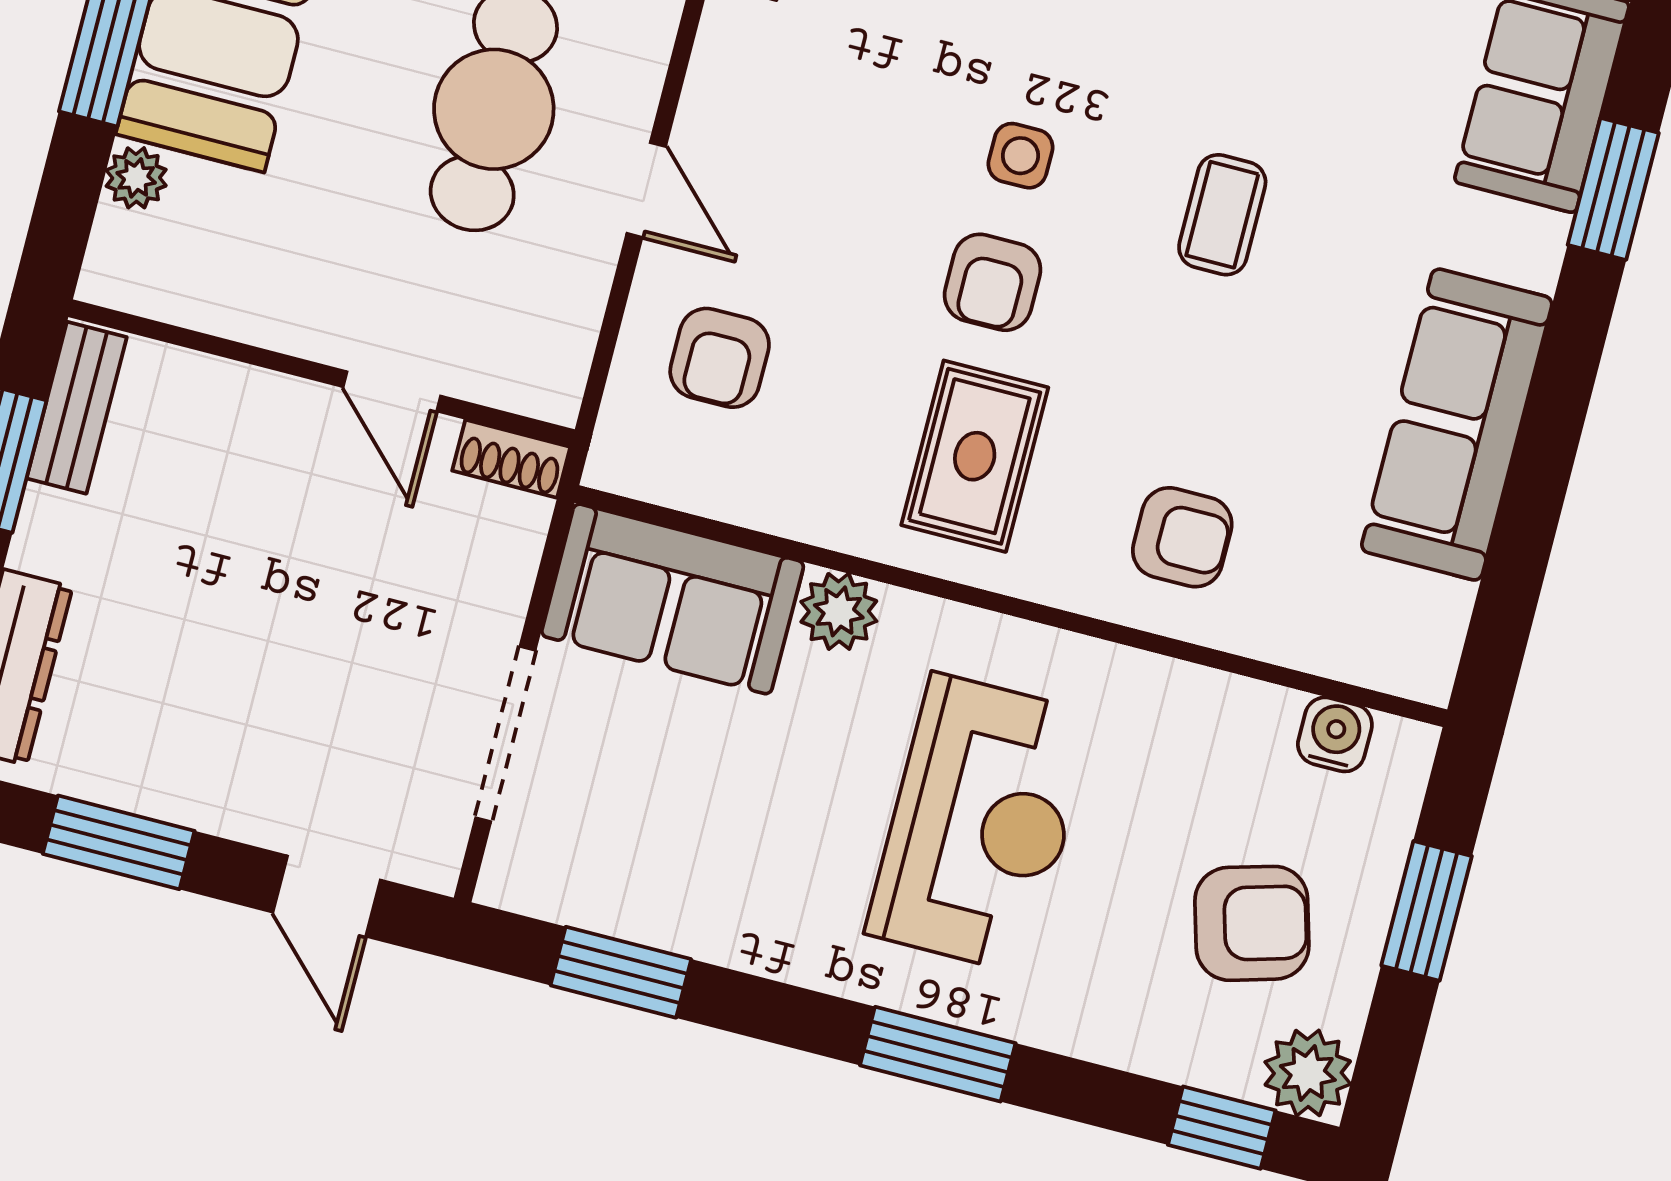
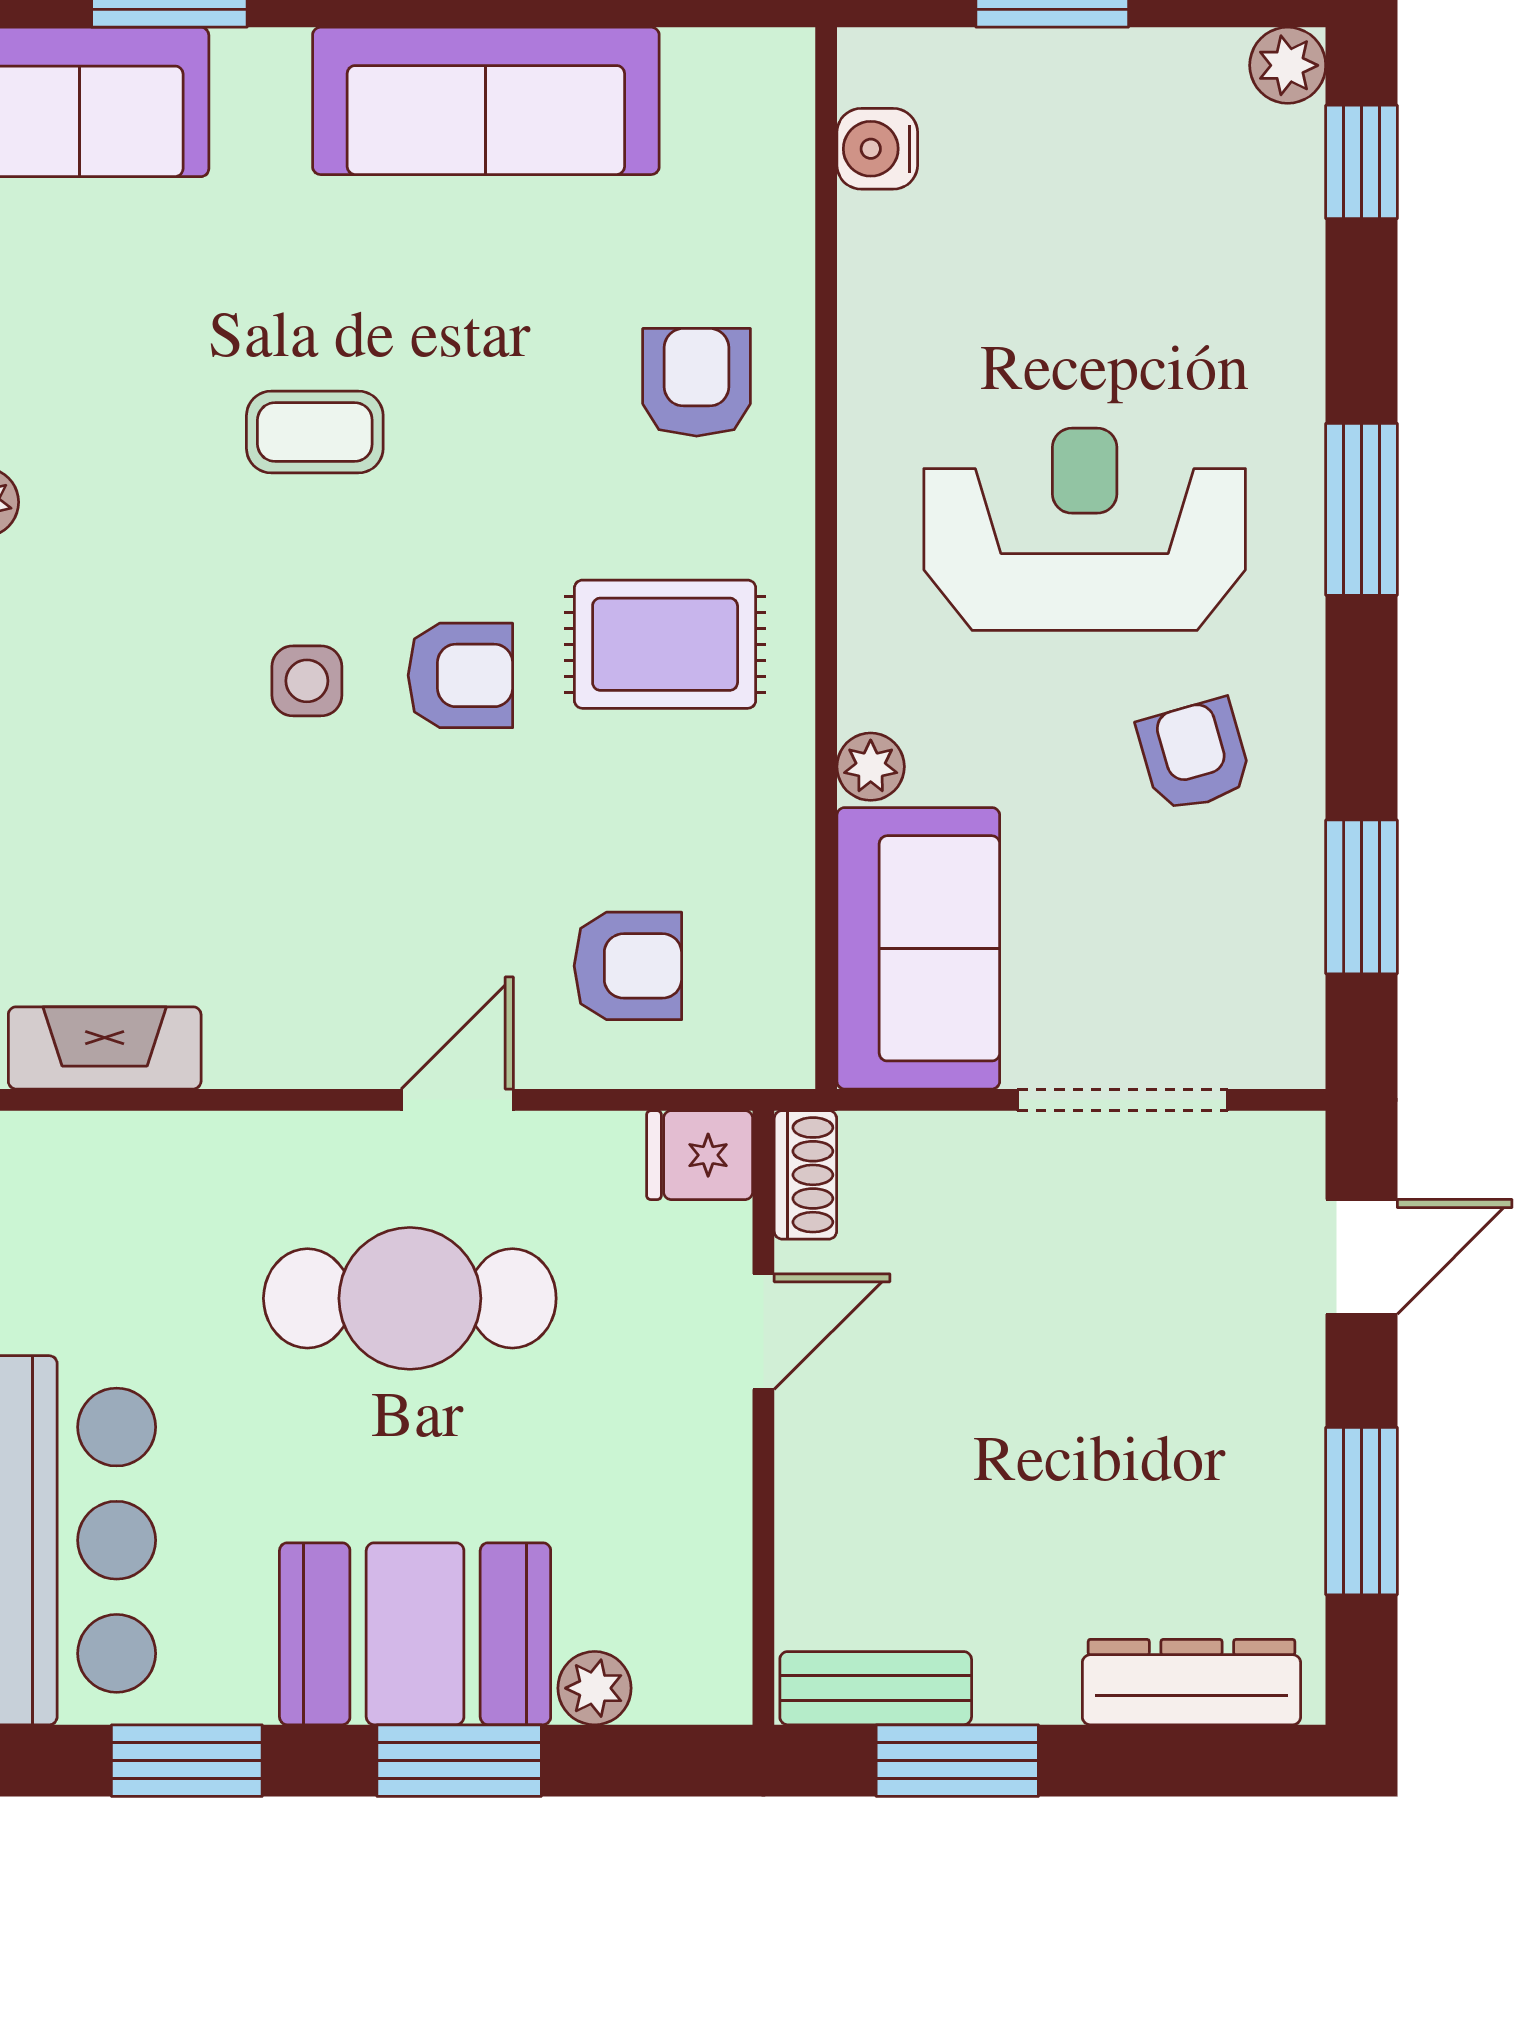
fridge: (550, 376) -> (700, 1155), added
plant: (839, 611) -> (871, 767), width x0.73, depth x0.73
armchair: (1252, 923) -> (1194, 755), moved, width x0.72, depth x0.72
plant: (1308, 1073) -> (1288, 65), width x0.73, depth x0.73

